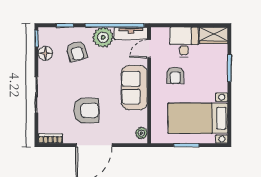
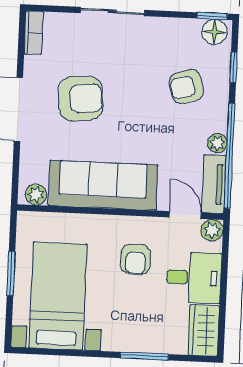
plant: (157, 33) -> (212, 230), added
plant: (103, 37) -> (217, 143), width x0.53, depth x0.53
floor lamp: (45, 53) -> (214, 32), moved
armchair: (175, 75) -> (136, 259), turned -90
sofa: (134, 88) -> (103, 185), width x1.36
armchair: (86, 110) -> (81, 99), turned -96

